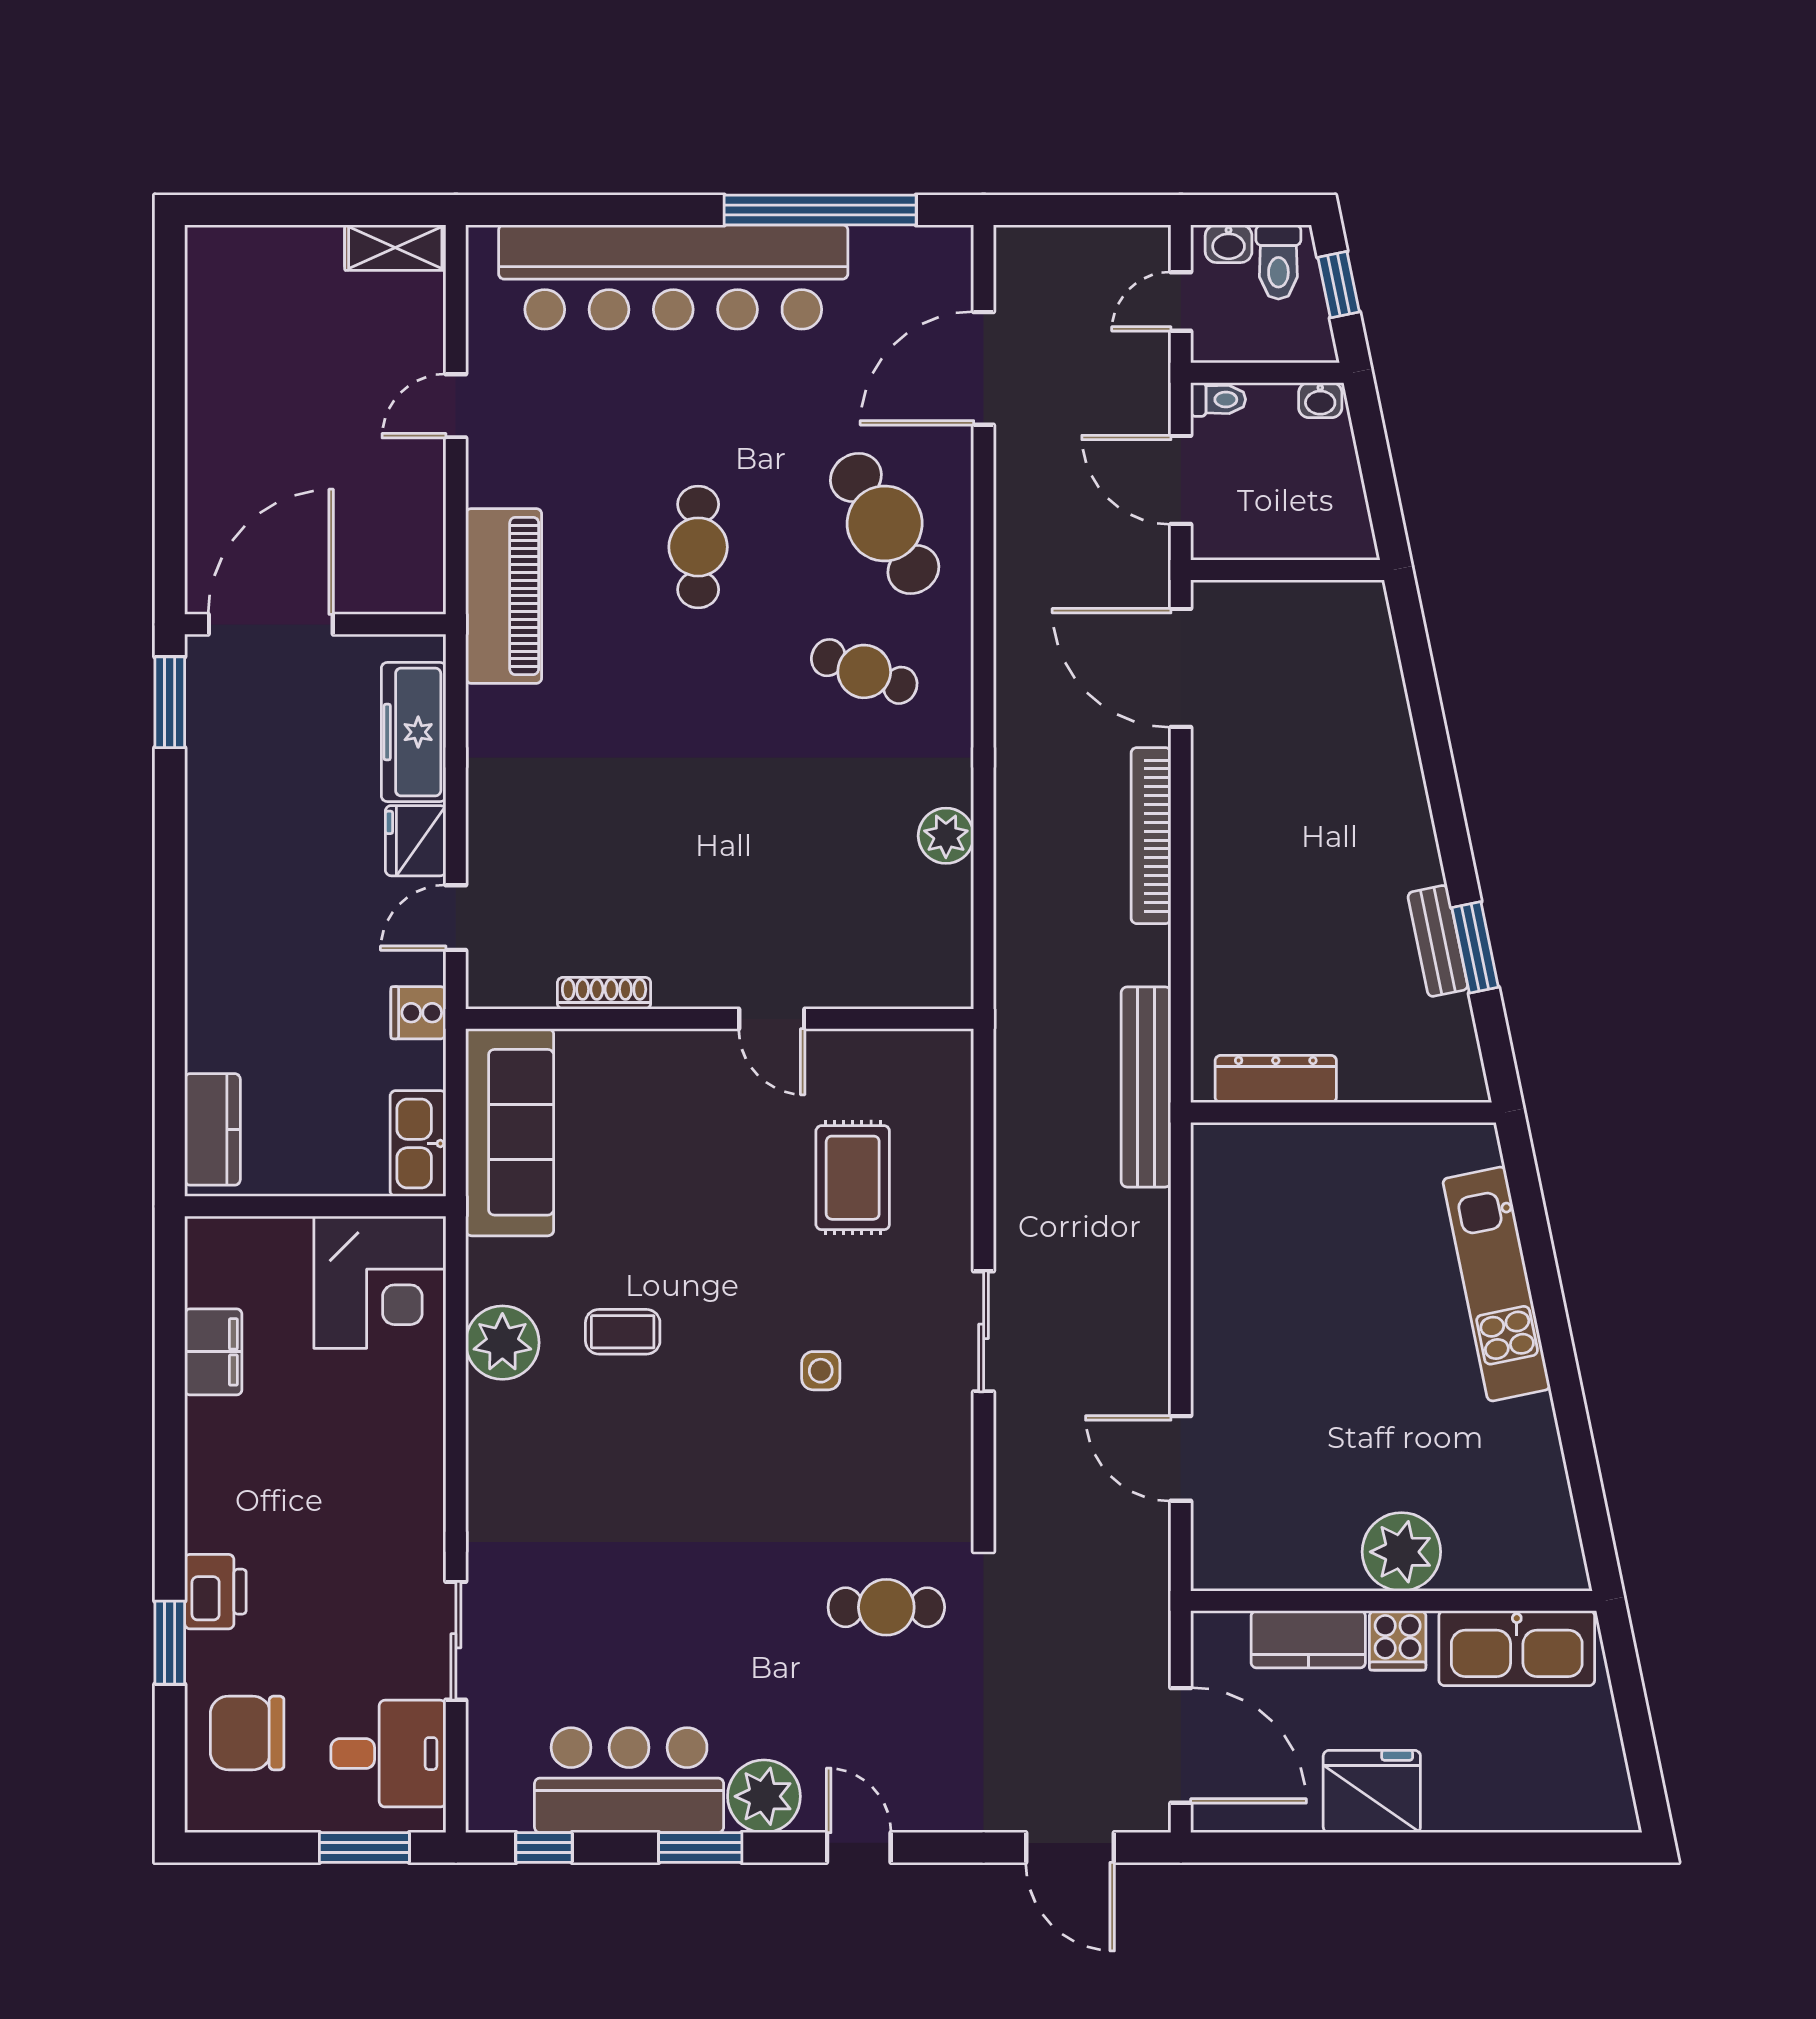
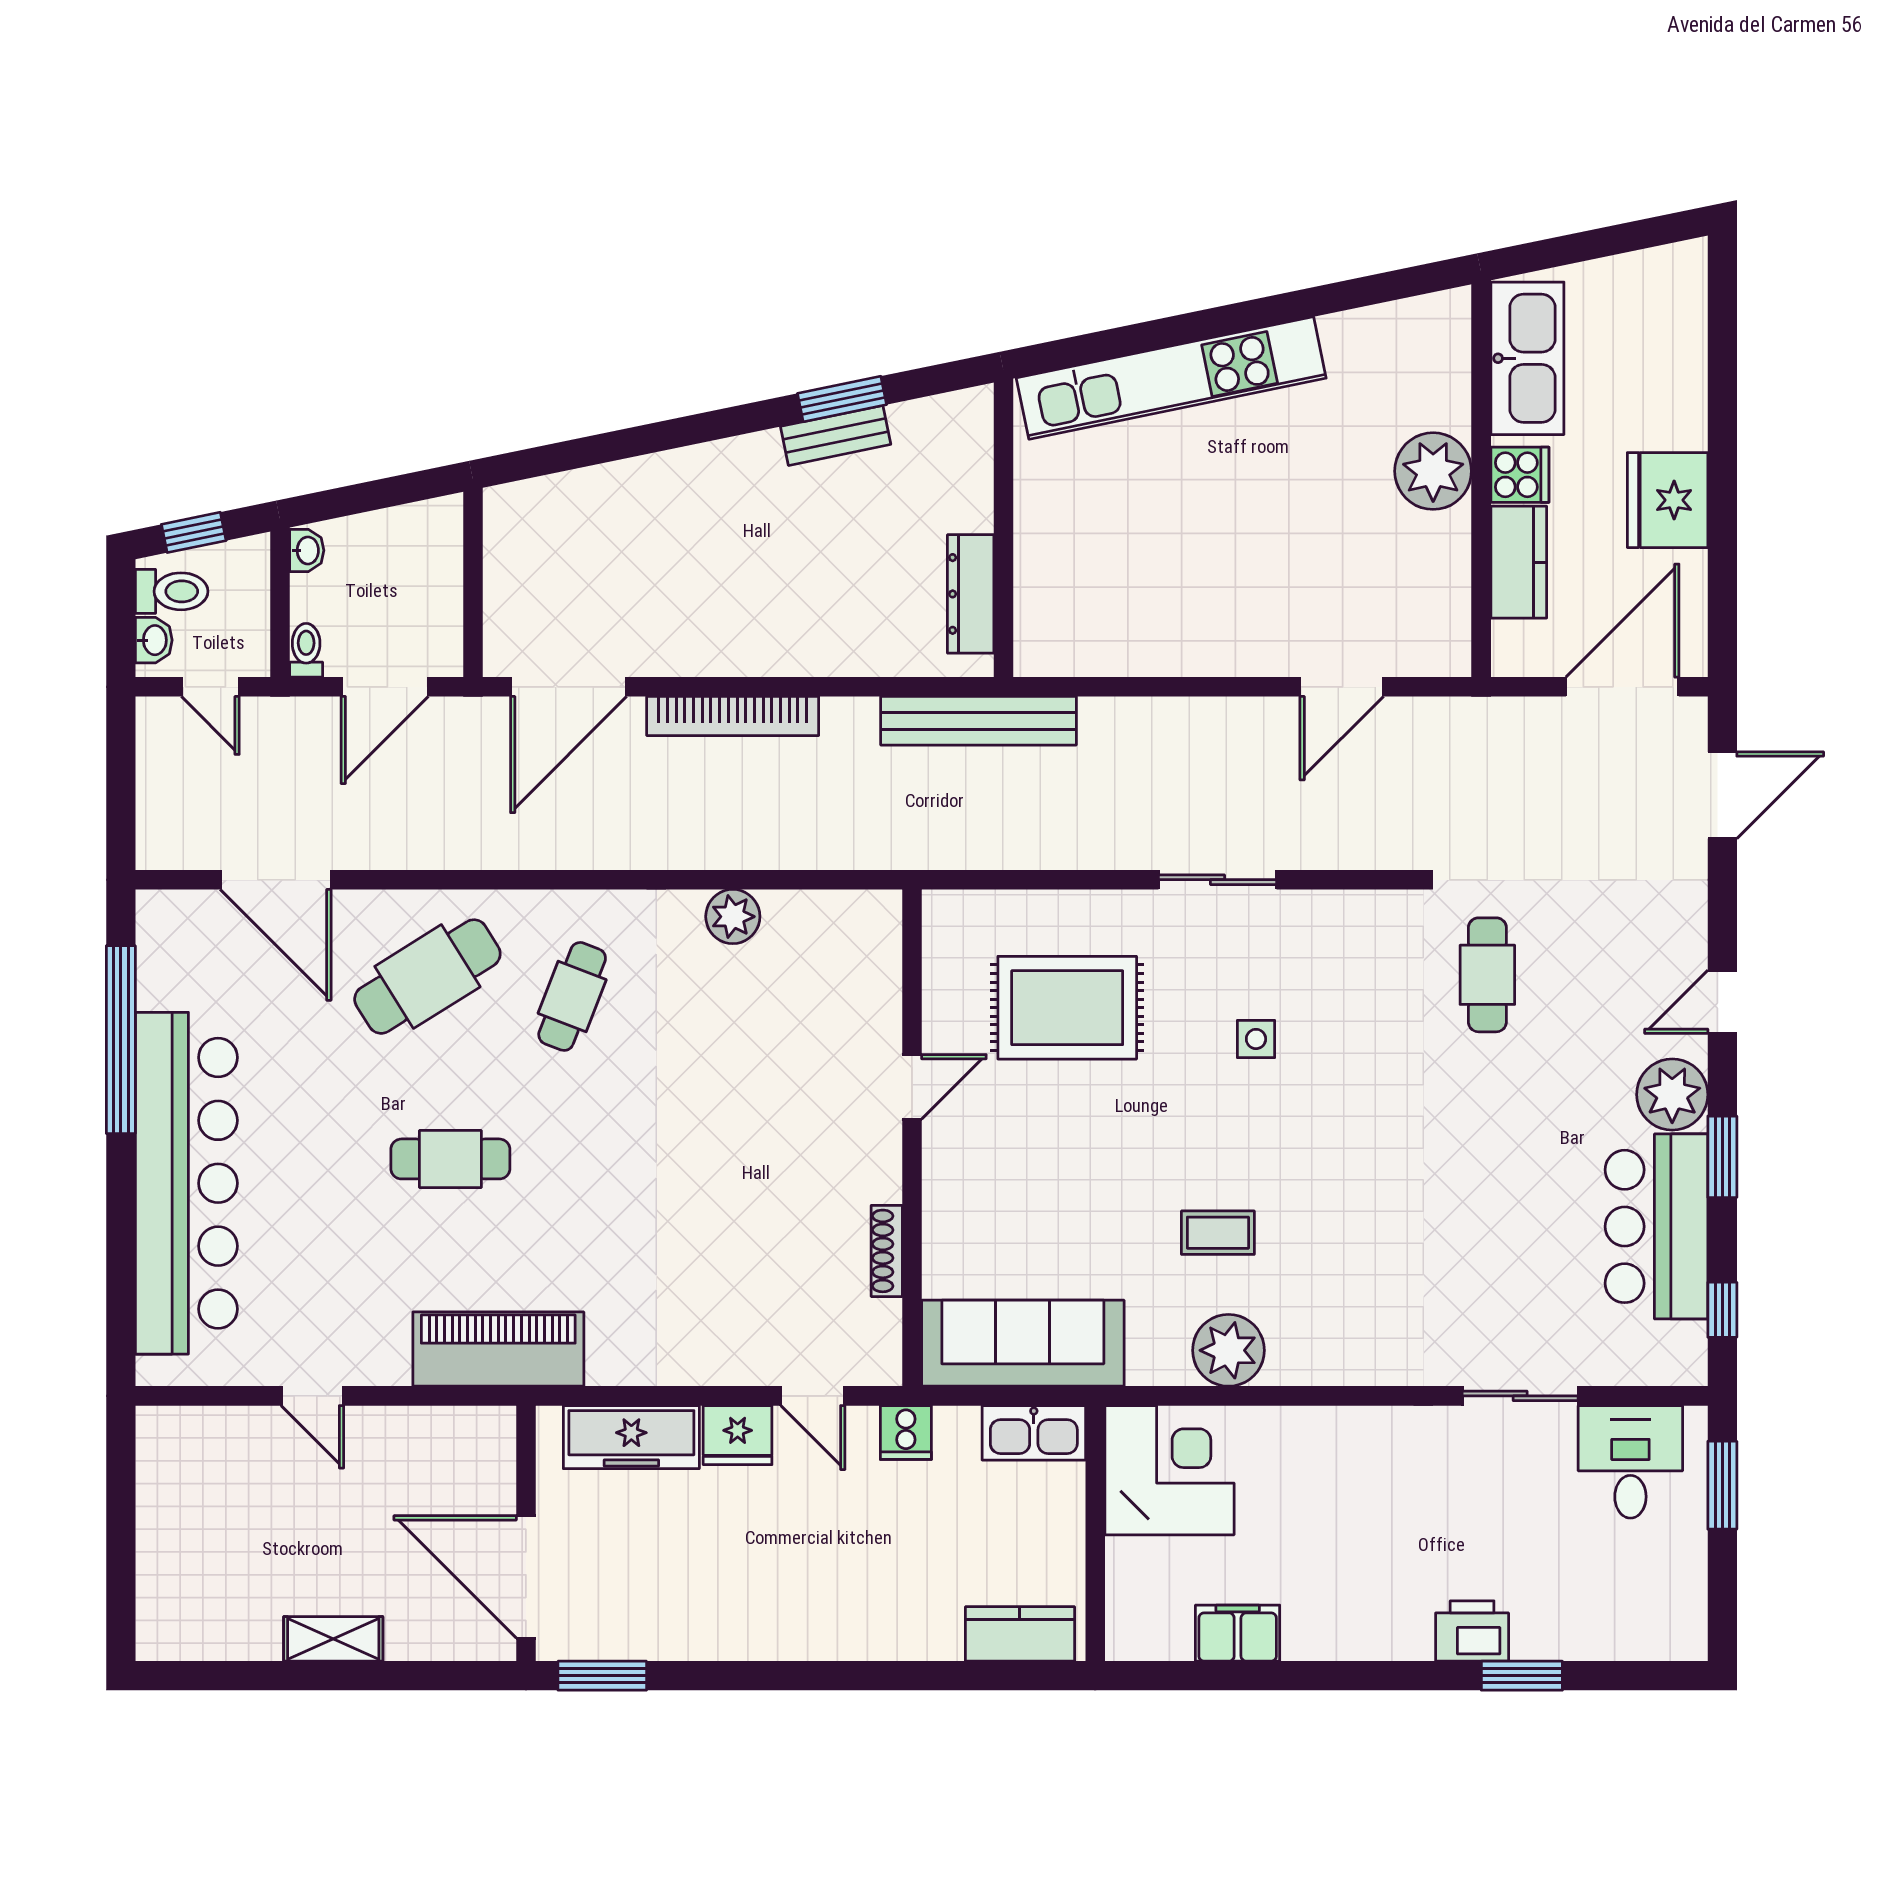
shelving: (395, 248) -> (333, 1639), moved, turned 90
rug: (853, 1178) -> (1067, 1008), width x1.36, depth x1.43
kitchen unit: (1497, 1284) -> (1171, 378), width x1.36
coffee table: (623, 1332) -> (1218, 1233), turned 90
chair: (247, 1733) -> (1610, 1600), removed

